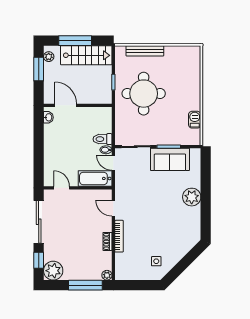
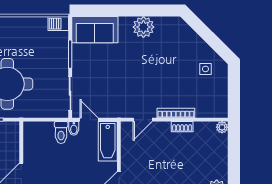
barbecue: (195, 120) -> (58, 24), moved
sofa: (170, 159) -> (95, 30), moved, turned 90
door: (113, 163) -> (89, 120), swing flipped
plant: (192, 197) -> (143, 27), moved
window: (85, 285) -> (234, 153), removed

